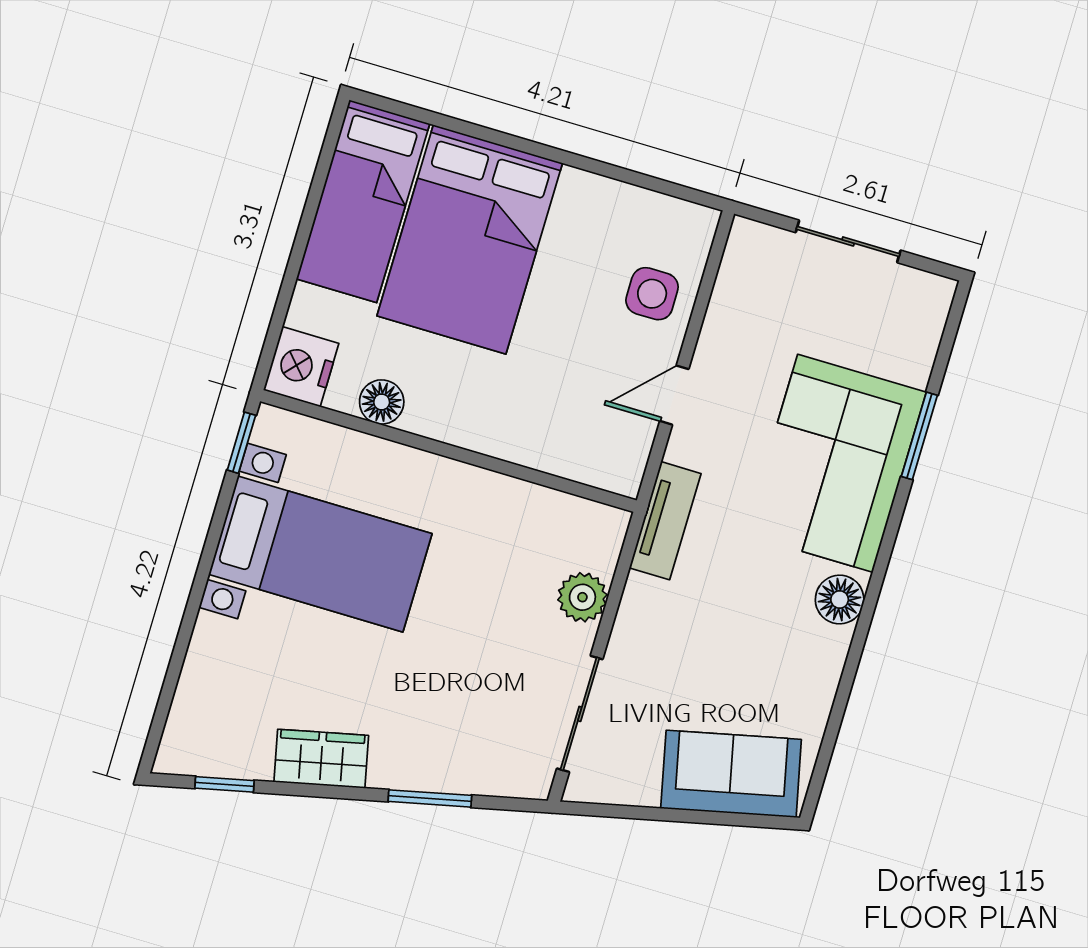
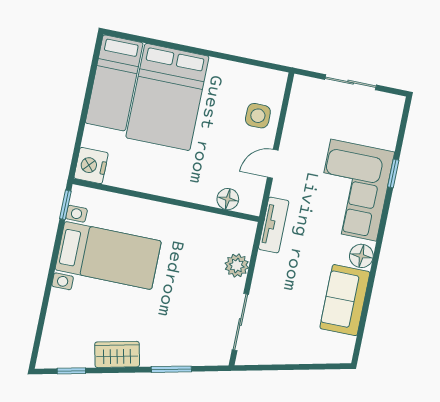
floor lamp: (382, 402) -> (228, 199), moved
window: (919, 436) -> (393, 173), width x0.67
sofa: (731, 774) -> (345, 300), moved, turned -77

